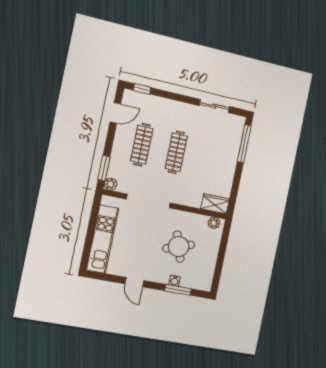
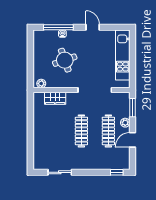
door: (115, 113) -> (132, 140), moved
window: (244, 144) -> (30, 149), removed
plant: (111, 184) -> (125, 123), moved
wardrobe: (215, 204) -> (55, 98), moved
window: (178, 290) -> (58, 27), width x1.44

